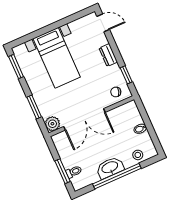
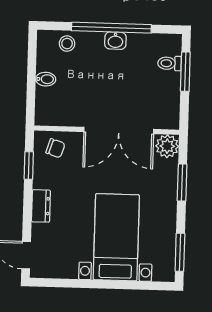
double door: (84, 119) -> (119, 131), swing flipped
washbasin: (110, 168) -> (115, 41), width x0.52, depth x0.69

